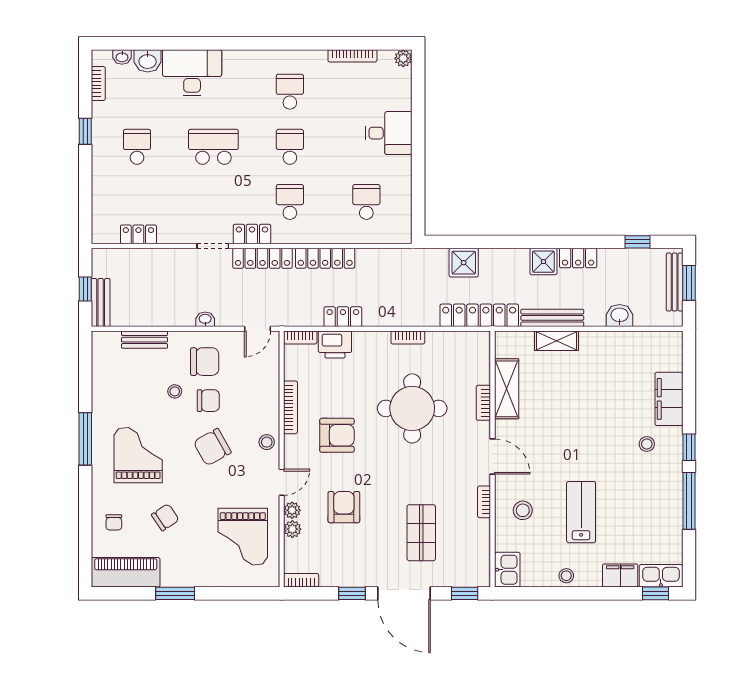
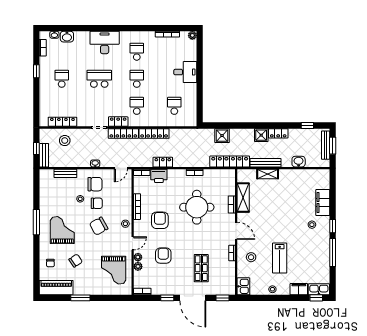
desk: (192, 73) -> (105, 42), moved
locker: (138, 234) -> (62, 122), width x1.53
stool: (143, 273) -> (65, 141), added
armchair: (337, 435) -> (160, 220), turned -90
lab bench: (581, 512) -> (280, 258), turned 180

